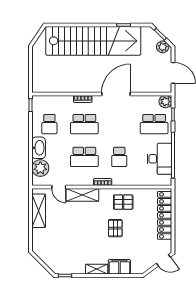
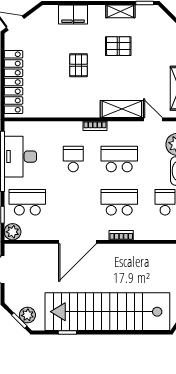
plant: (163, 47) -> (27, 315), moved
pallet: (123, 202) -> (118, 46), moved
shelving: (97, 269) -> (120, 11), moved

